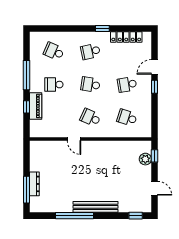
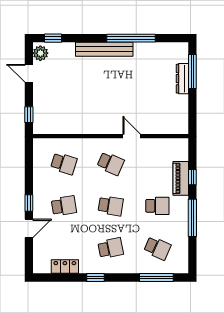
window: (55, 28) -> (156, 277), added
locker: (126, 37) -> (65, 267), width x0.66
plant: (145, 159) -> (40, 53), moved

